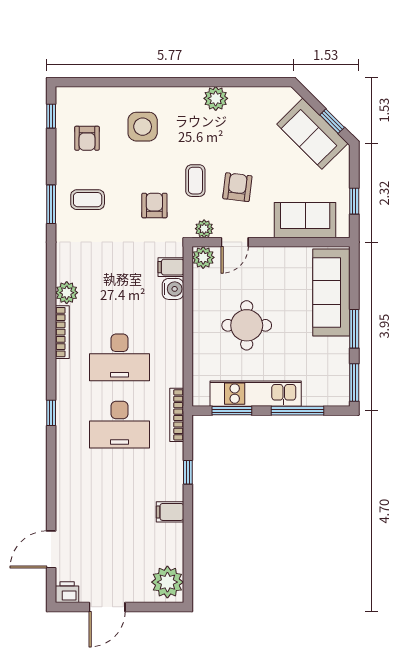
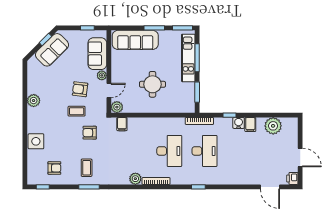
side table: (143, 127) -> (36, 141), moved
plant: (204, 229) -> (102, 75), moved
door: (235, 242) -> (109, 91), hinge flipped
water cooler: (173, 289) -> (239, 123), moved
kitchen unit: (256, 394) -> (188, 58), moved
plant: (167, 582) -> (273, 126), moved

